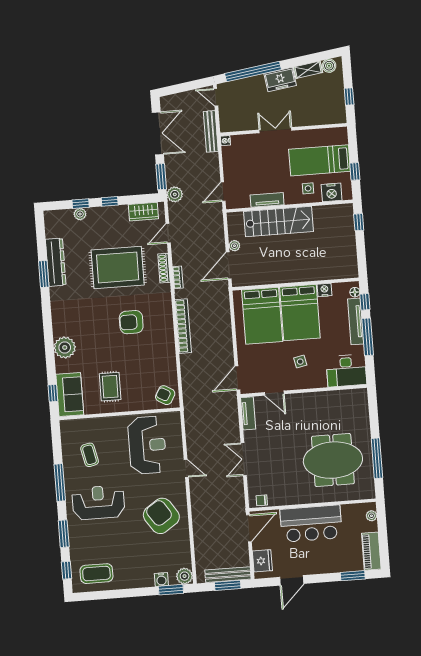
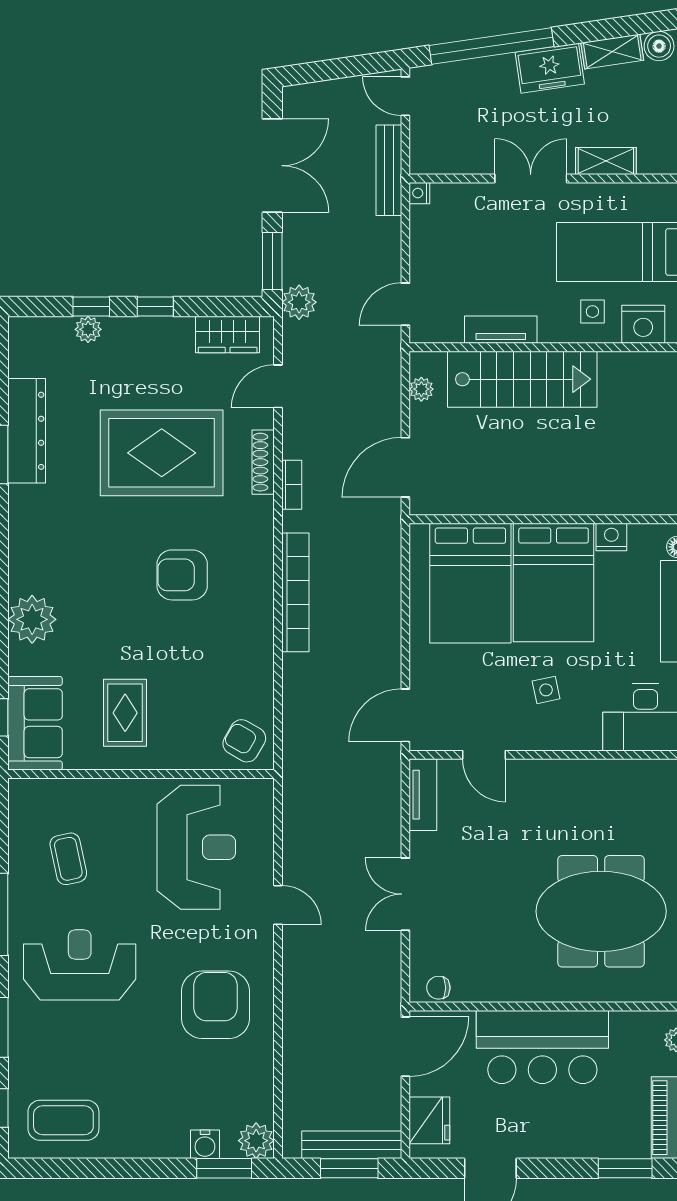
shelving: (309, 120) -> (606, 161), added
plant: (234, 246) -> (421, 389), moved
armchair: (161, 516) -> (215, 1005), turned 34

